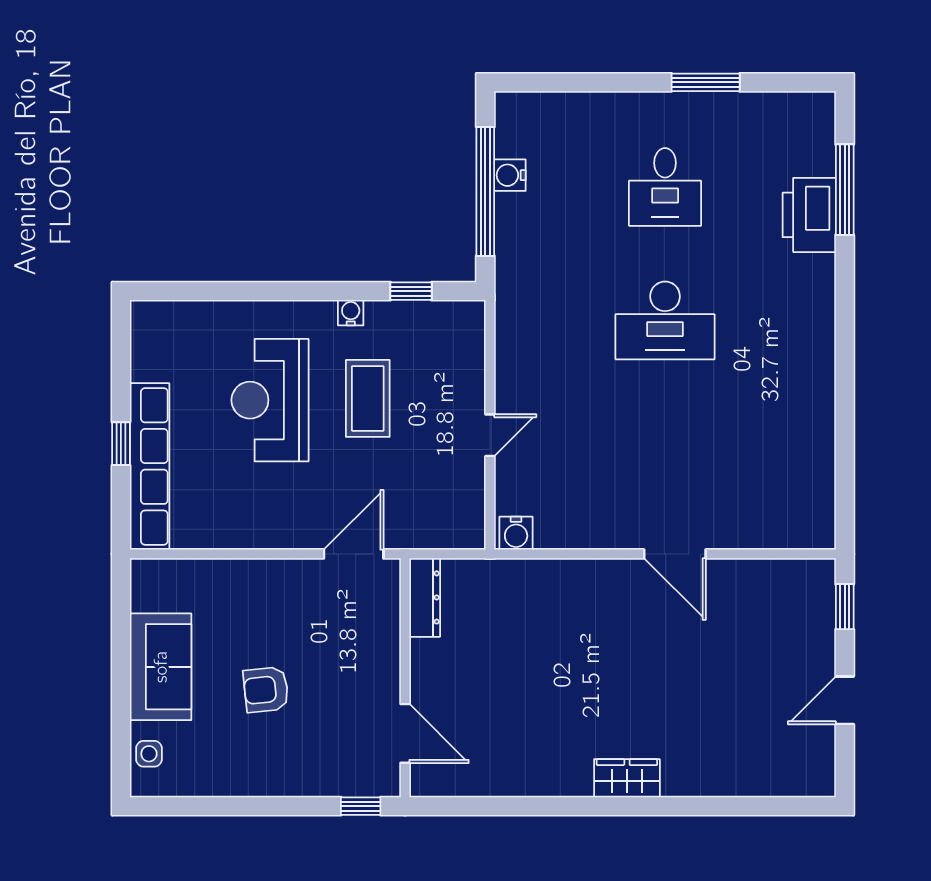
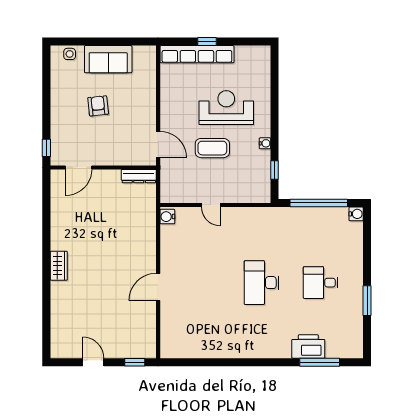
water cooler: (510, 175) -> (356, 214), moved, turned 90
coffee table: (368, 398) -> (212, 148), moved

